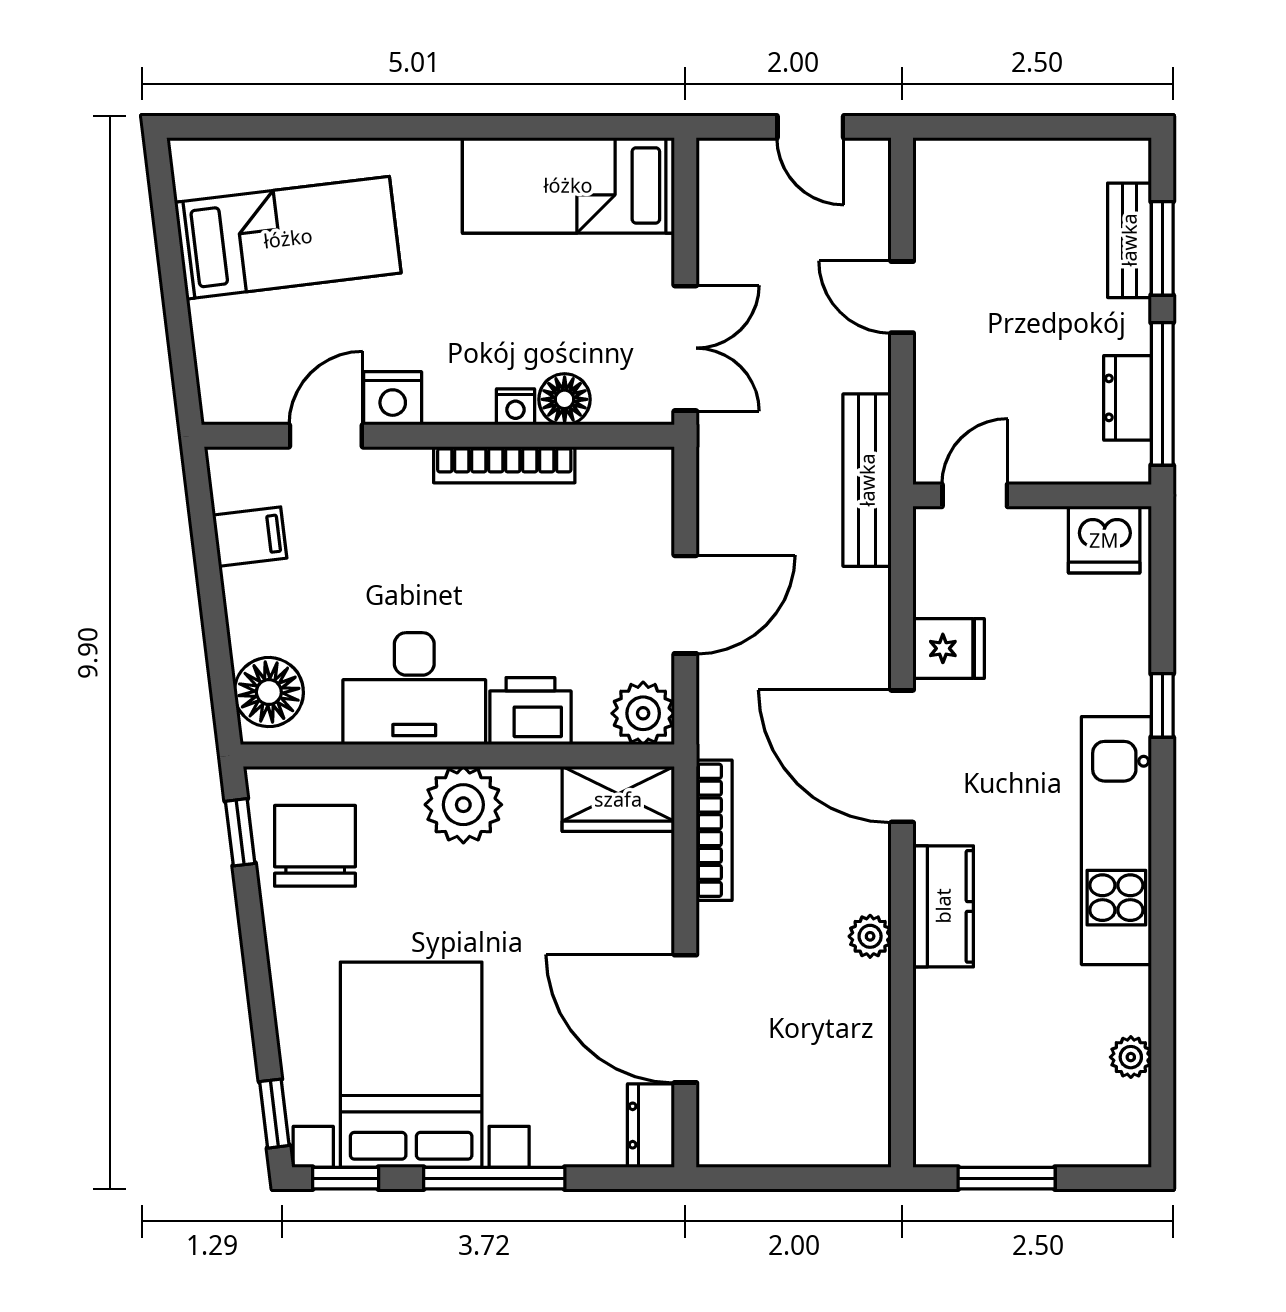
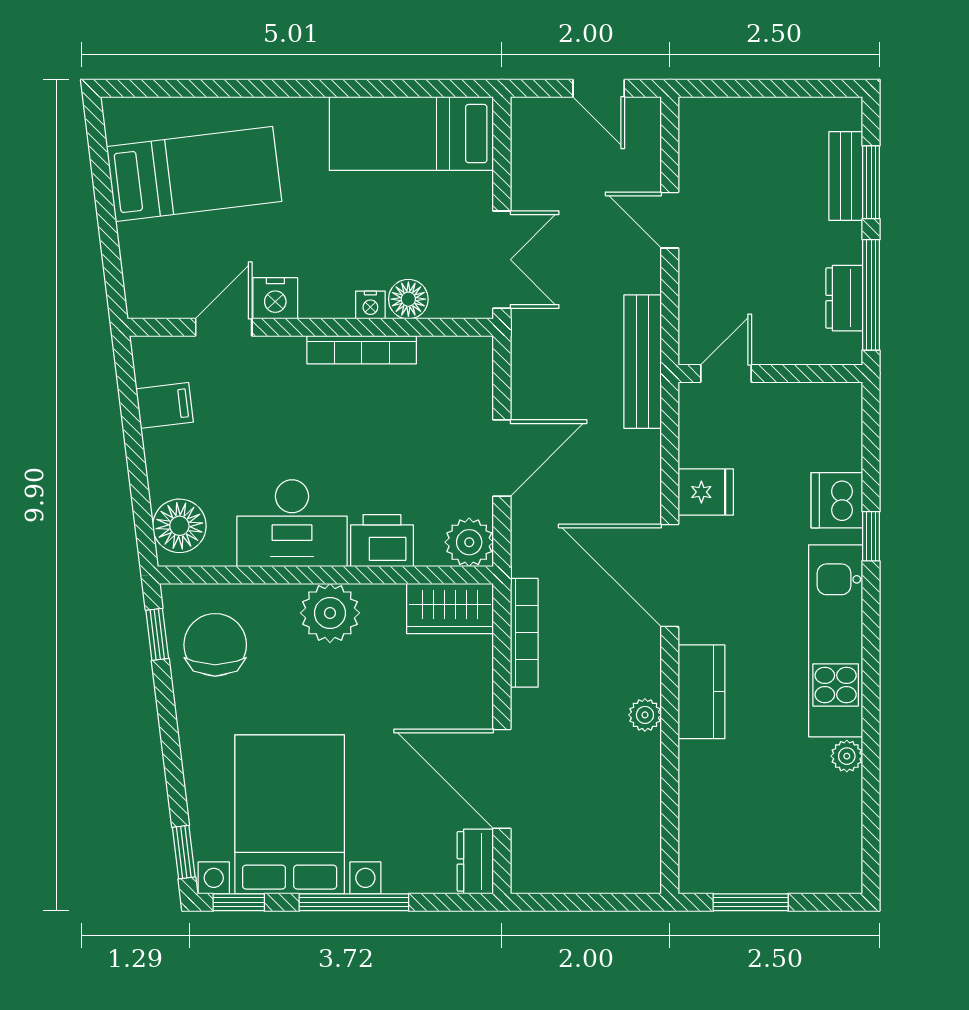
dishwasher: (1104, 540) -> (837, 500), moved, turned 90
plant: (1131, 1057) -> (847, 756), moved

